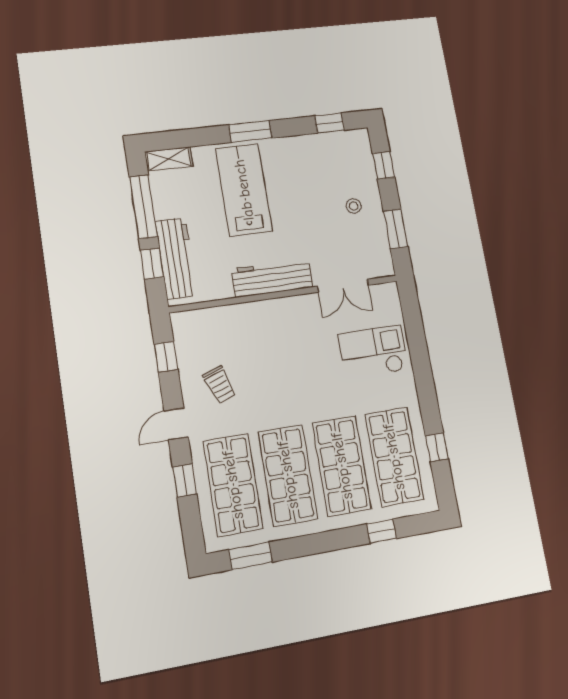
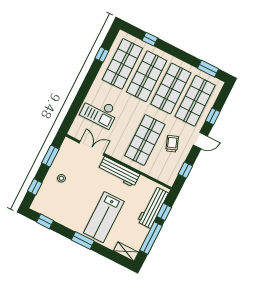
shop shelf: (269, 359) -> (145, 140), added

